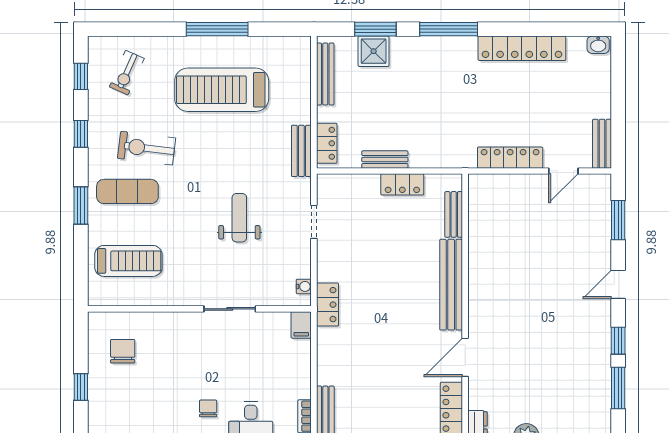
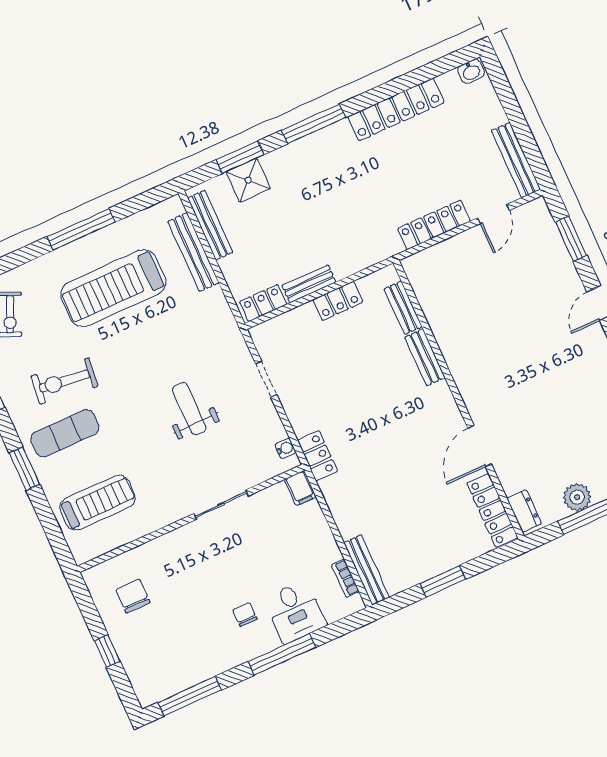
locker: (327, 143) -> (263, 303), moved, turned -90
bench: (602, 144) -> (516, 160), width x1.36
bench: (301, 151) -> (193, 252), moved, width x1.36
bench: (451, 285) -> (425, 357), width x0.54, depth x0.82

